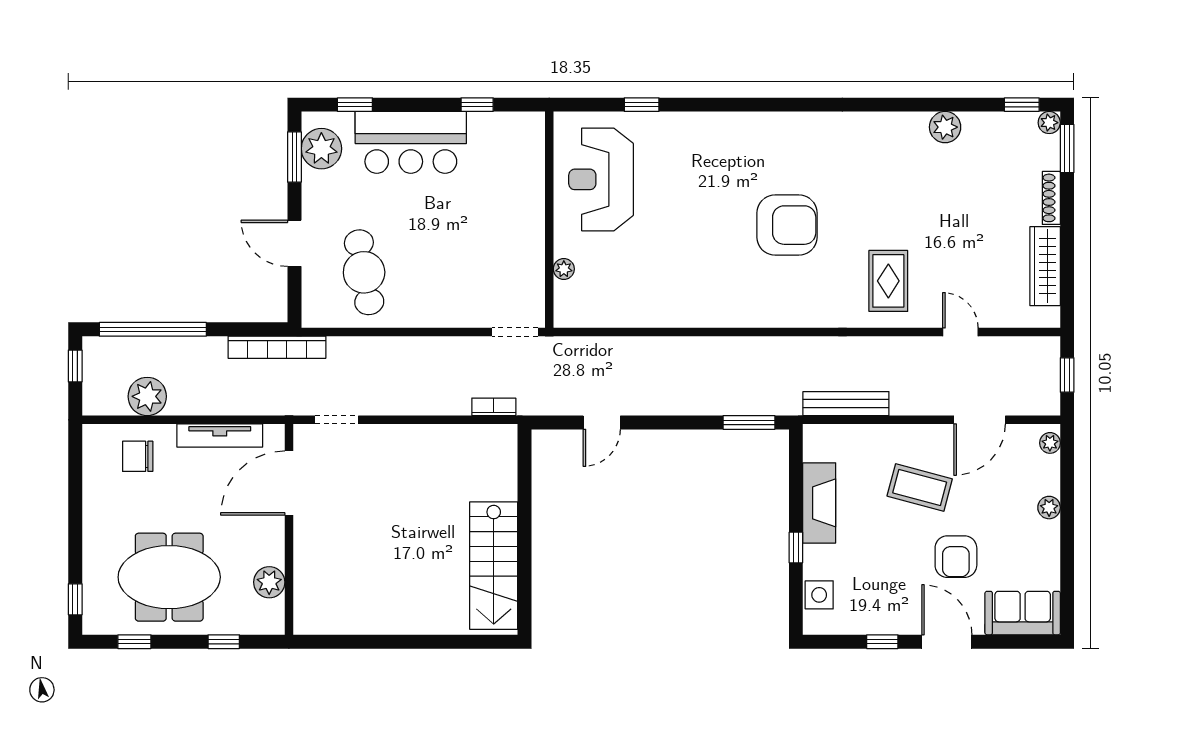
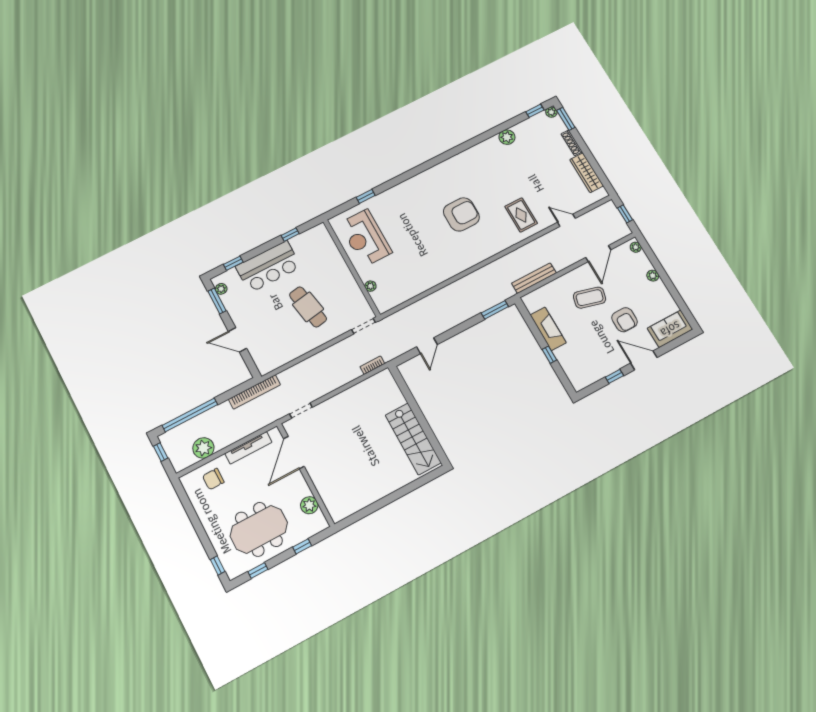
plant: (321, 149) -> (221, 289), width x0.53, depth x0.53
cafe table: (364, 272) -> (308, 307), moved
side table: (819, 595) -> (573, 371), removed

